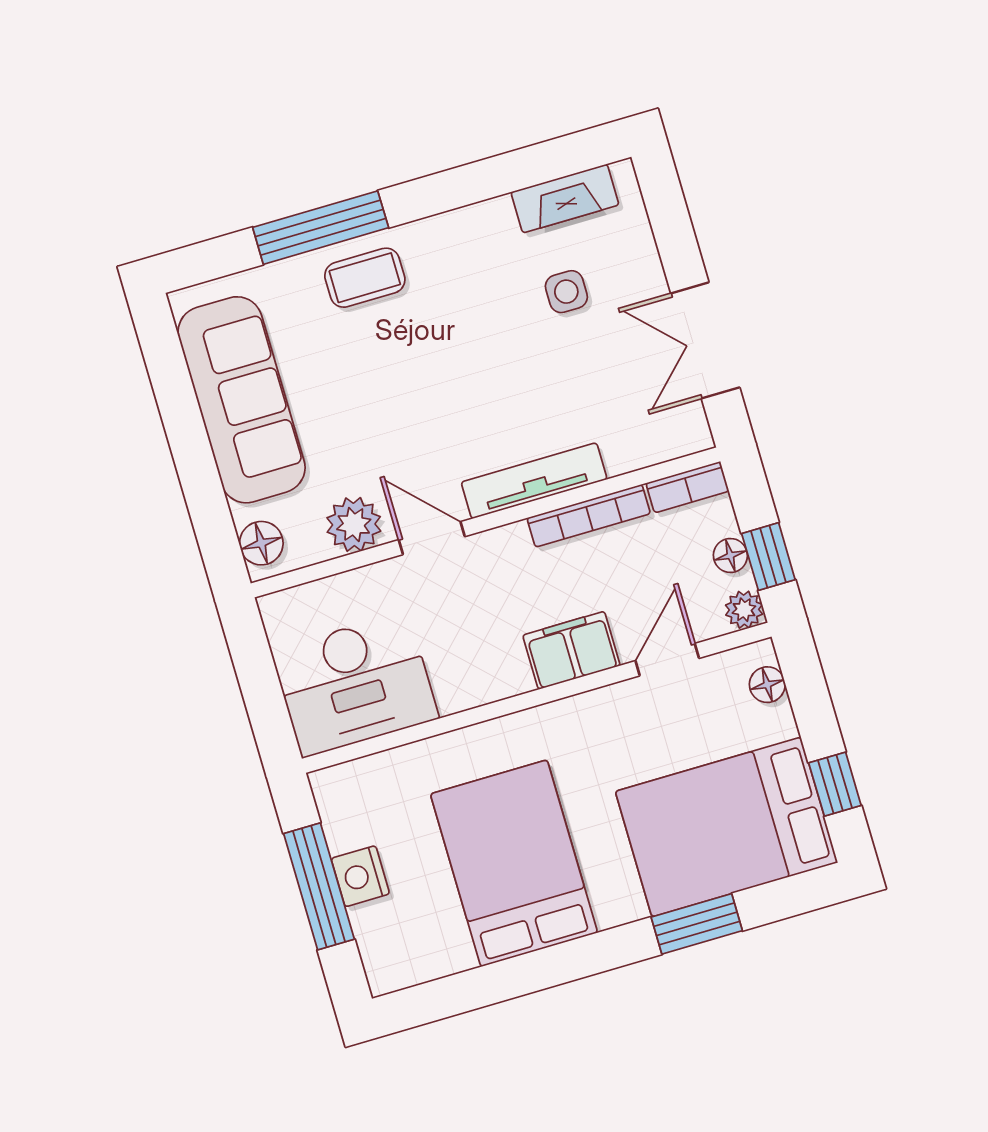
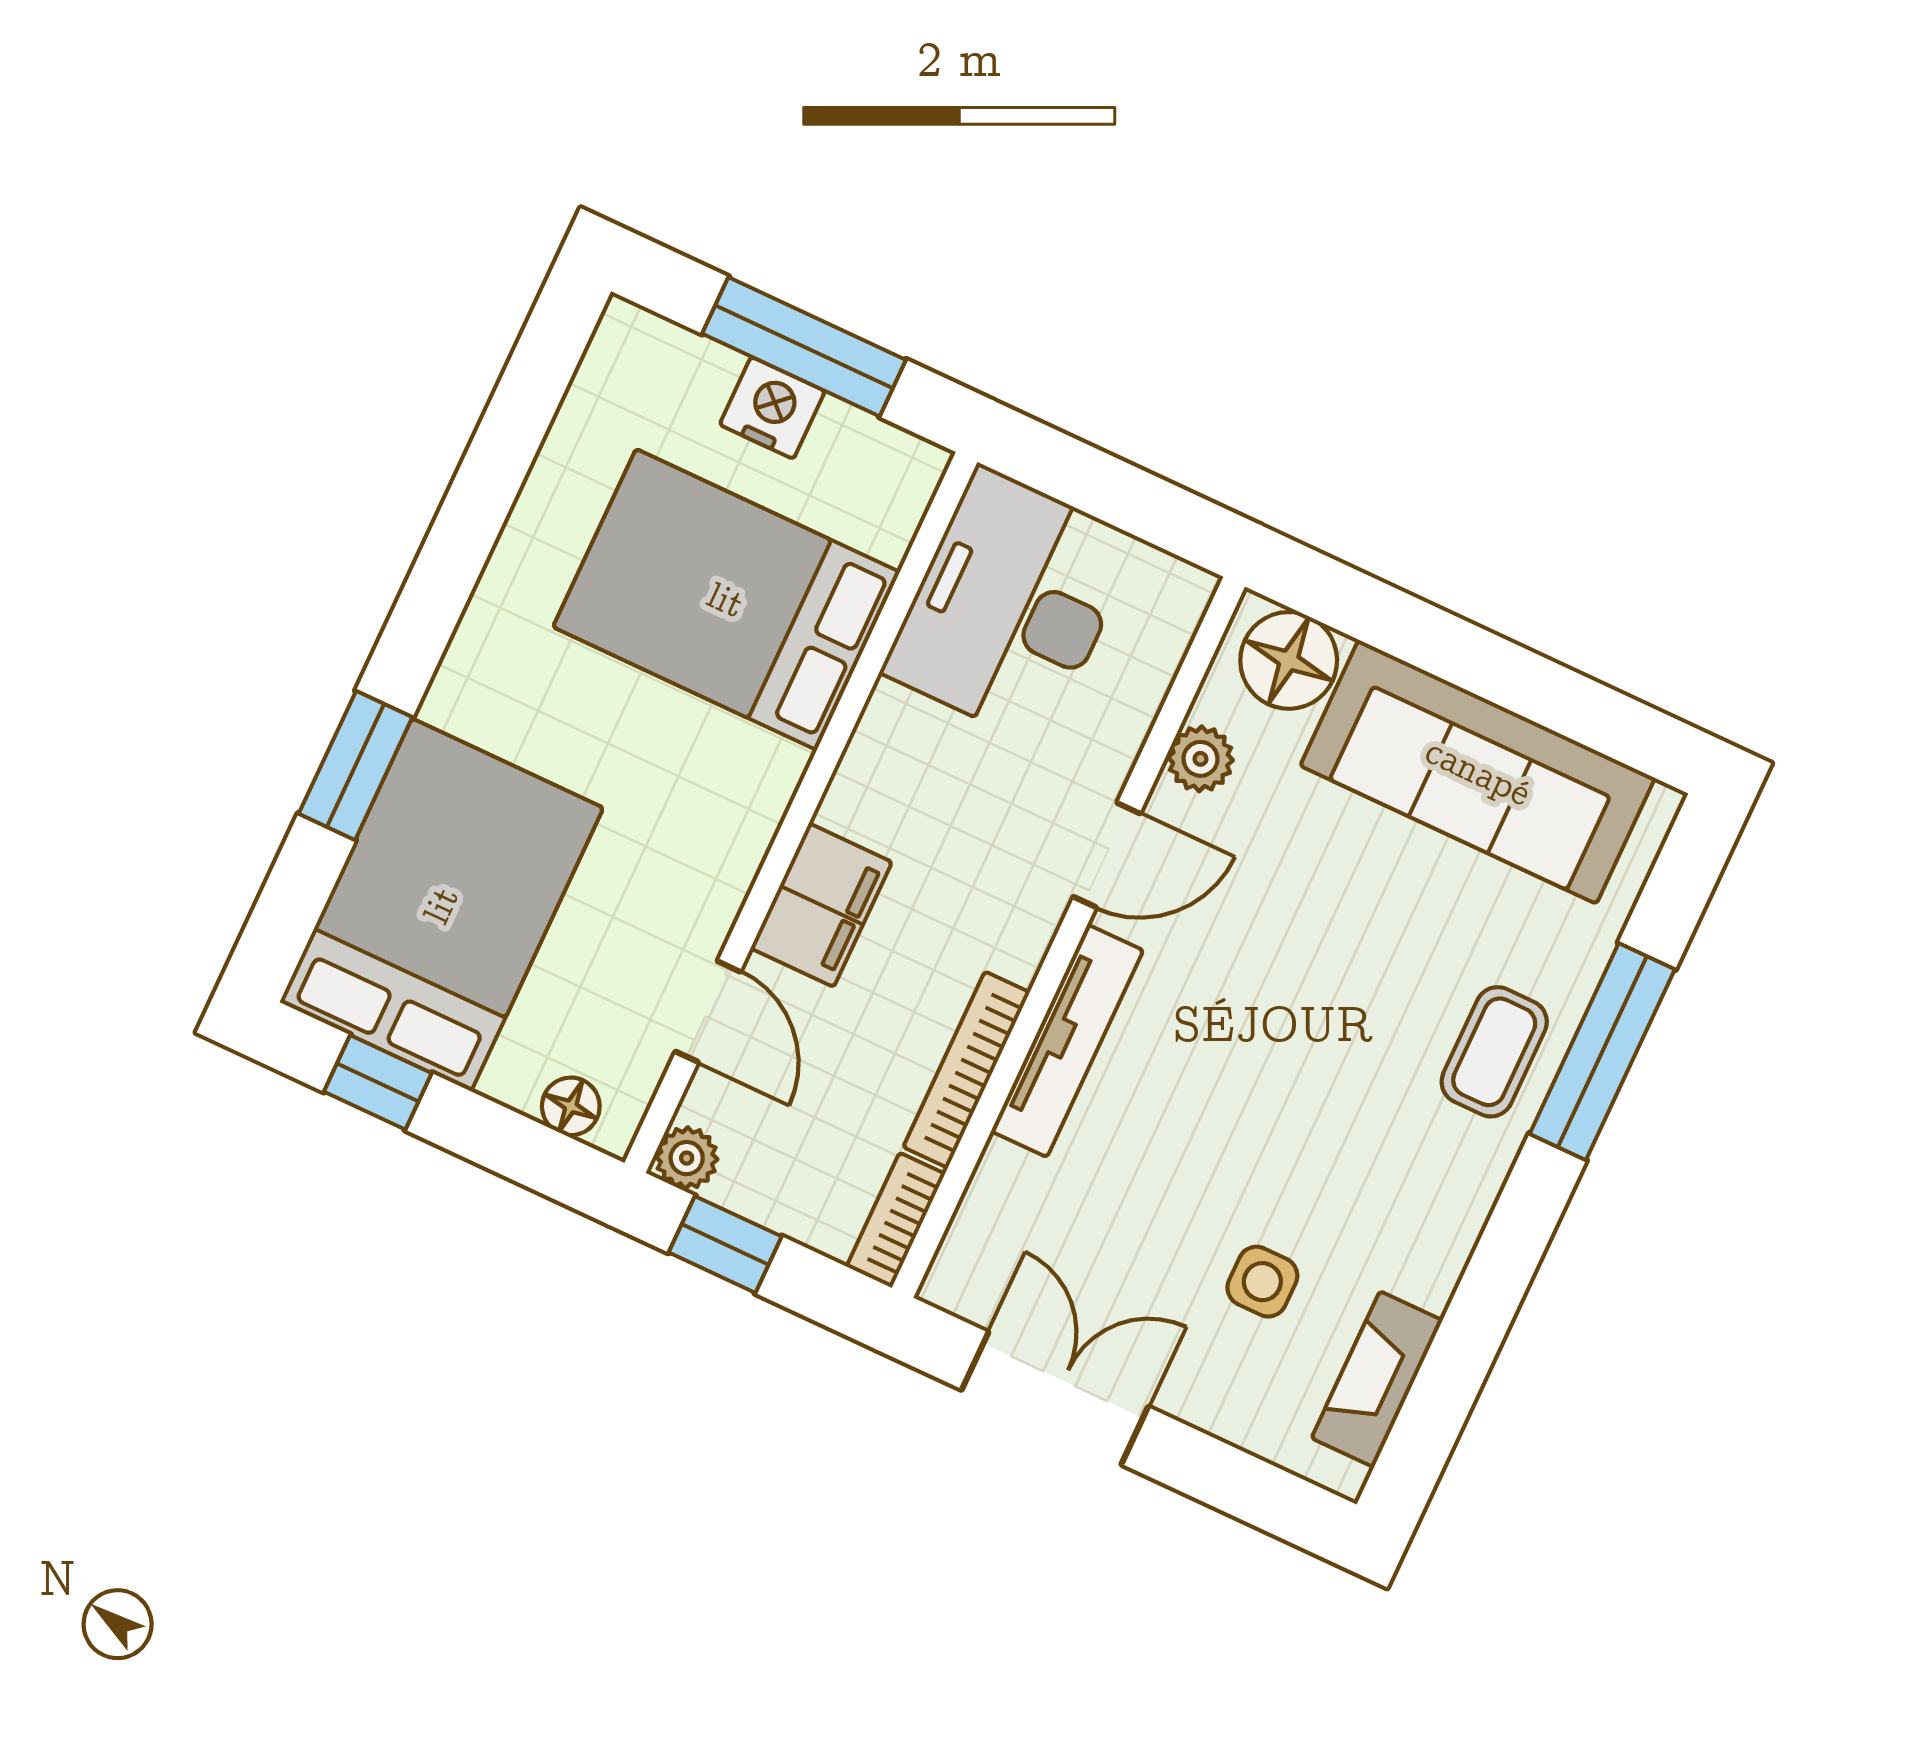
plant: (354, 524) -> (1200, 759), width x0.73, depth x0.73
floor lamp: (261, 543) -> (1289, 660), width x1.38, depth x1.38
floor lamp: (730, 555) -> (767, 1199), removed
bed: (514, 863) -> (726, 600), moved, turned 180

